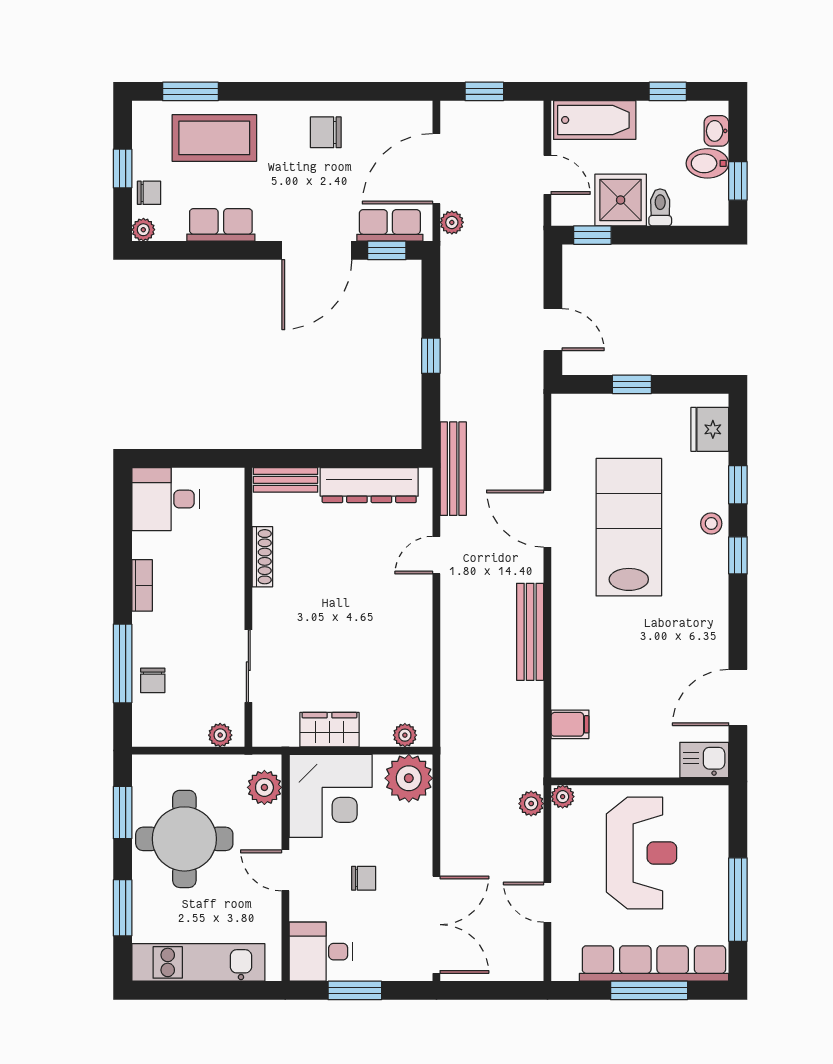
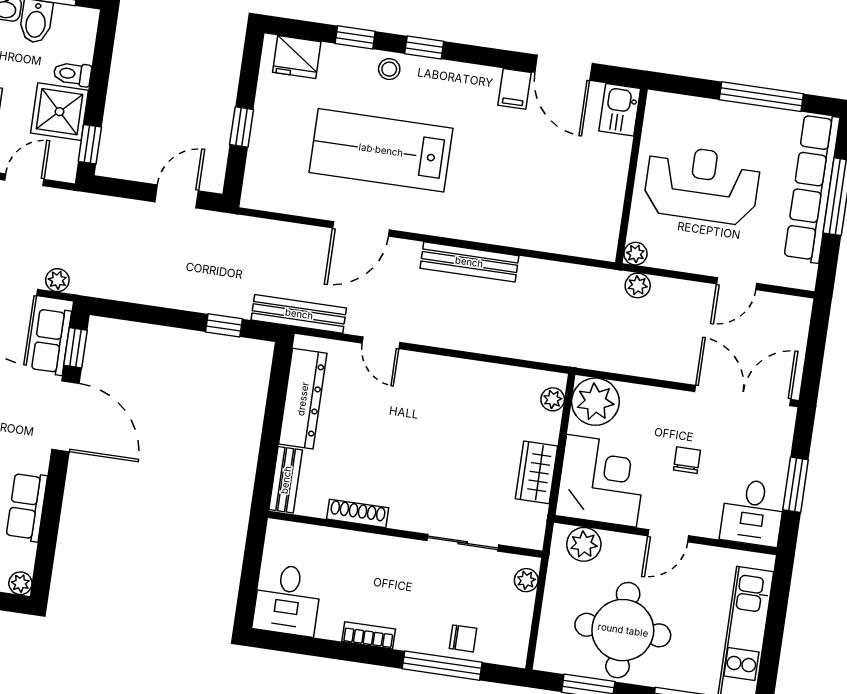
window: (431, 356) -> (224, 325), moved
filing cabinet: (570, 724) -> (515, 89), moved, turned 180

